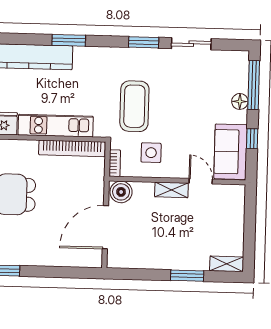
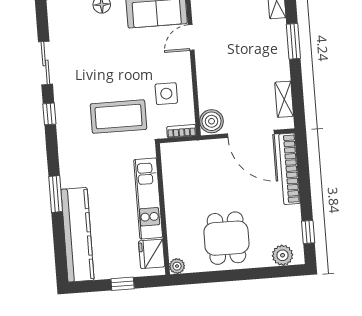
window: (144, 42) -> (49, 114), width x0.67
bookcase: (72, 148) -> (289, 169), moved, turned 180
shelving: (171, 190) -> (284, 99), moved

